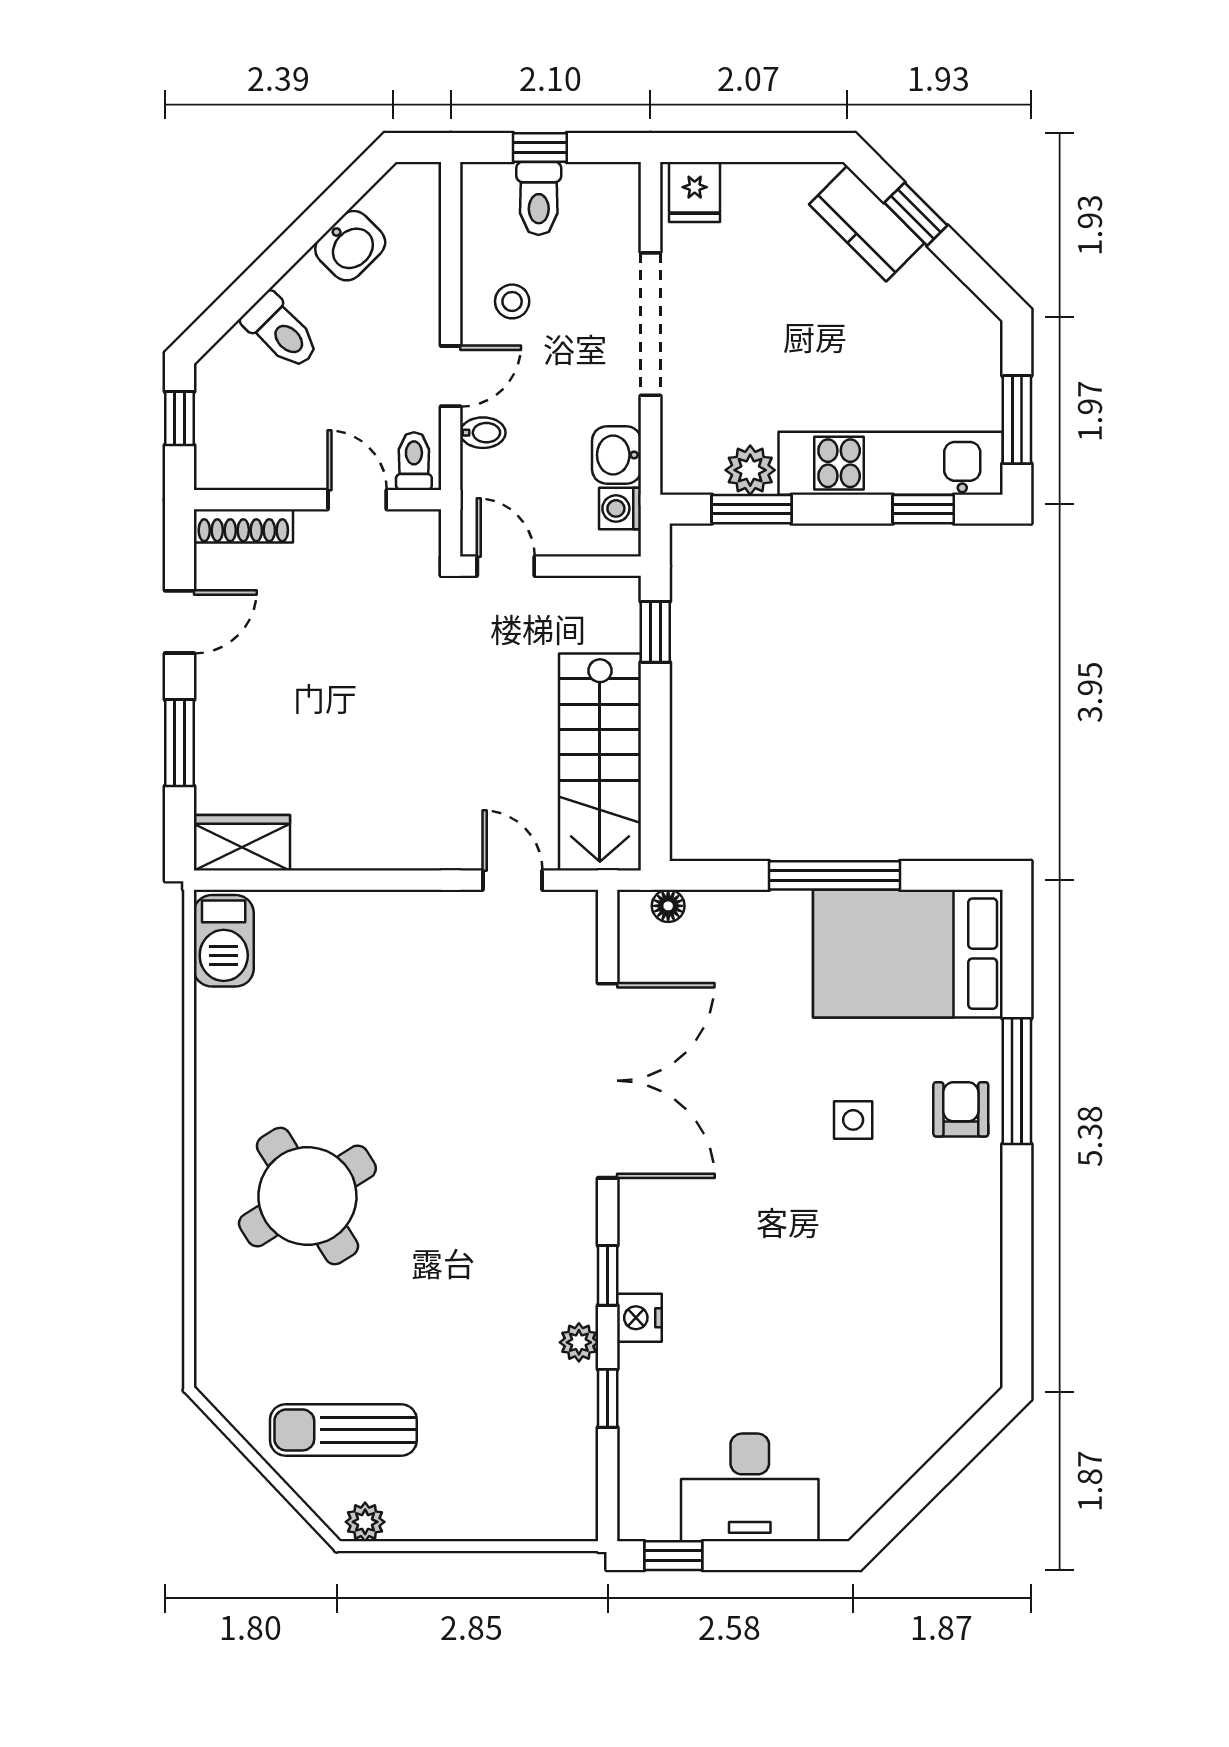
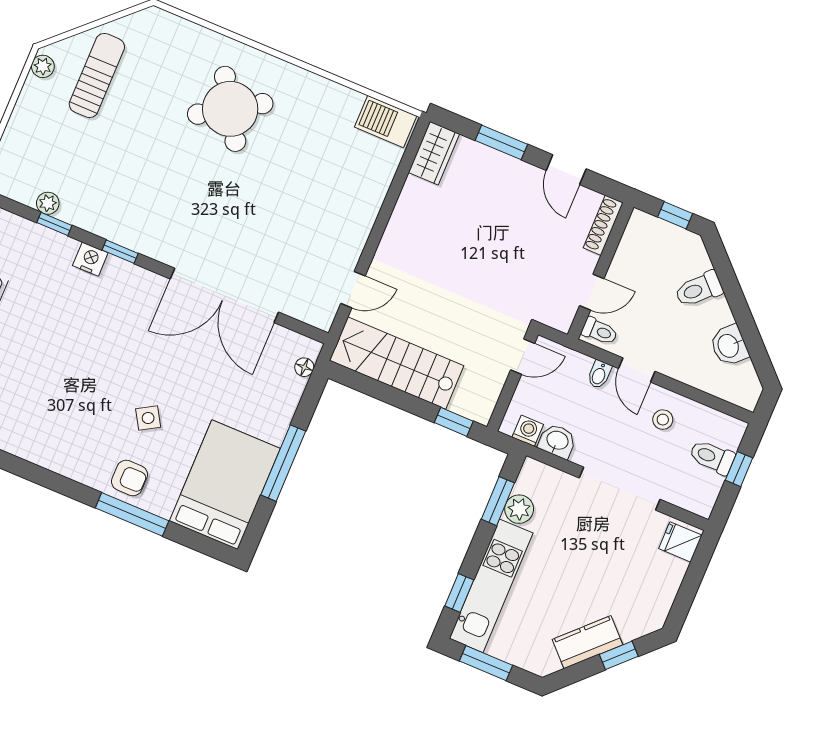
kitchen counter: (867, 224) -> (587, 642), moved
side table: (853, 1120) -> (148, 418), turned -31
plant: (579, 1342) -> (48, 203), moved

